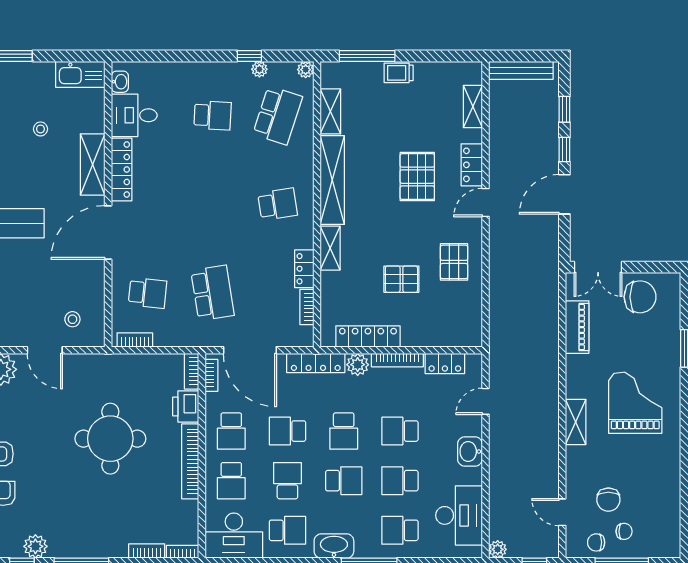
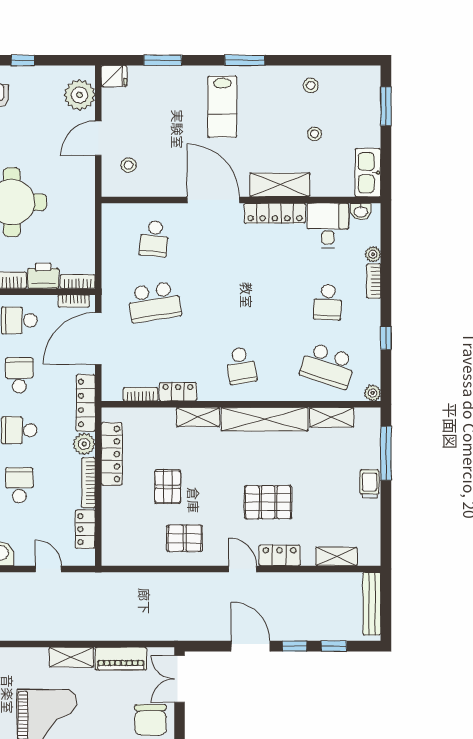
plant: (259, 69) -> (373, 254), moved
bookcase: (135, 340) -> (374, 281), moved, turned 180
shelving: (576, 422) -> (71, 657), moved

